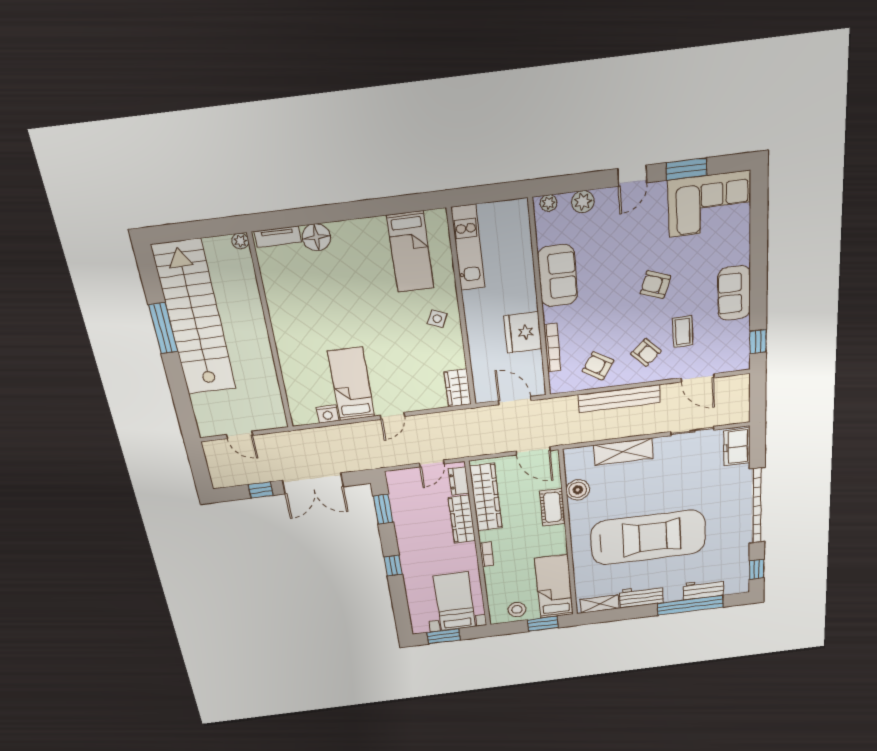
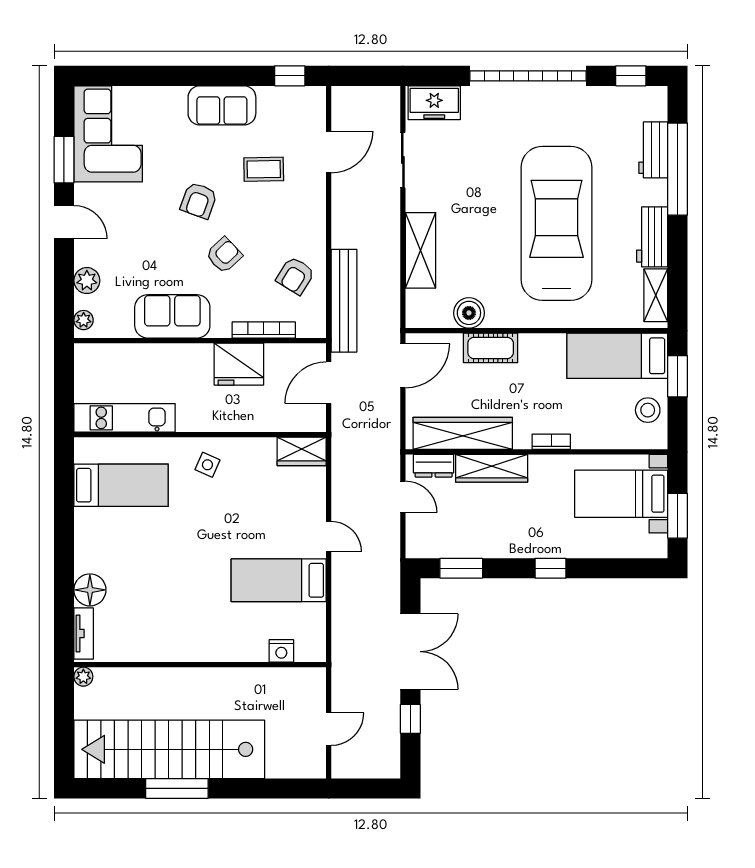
armchair: (646, 352) -> (224, 255), moved
bench: (619, 399) -> (344, 301), moved
nightstand: (328, 414) -> (281, 651), moved, turned 90

